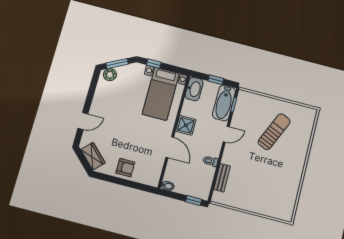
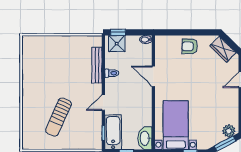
shower: (186, 125) -> (117, 44), moved
bench: (222, 178) -> (97, 65), width x1.36

